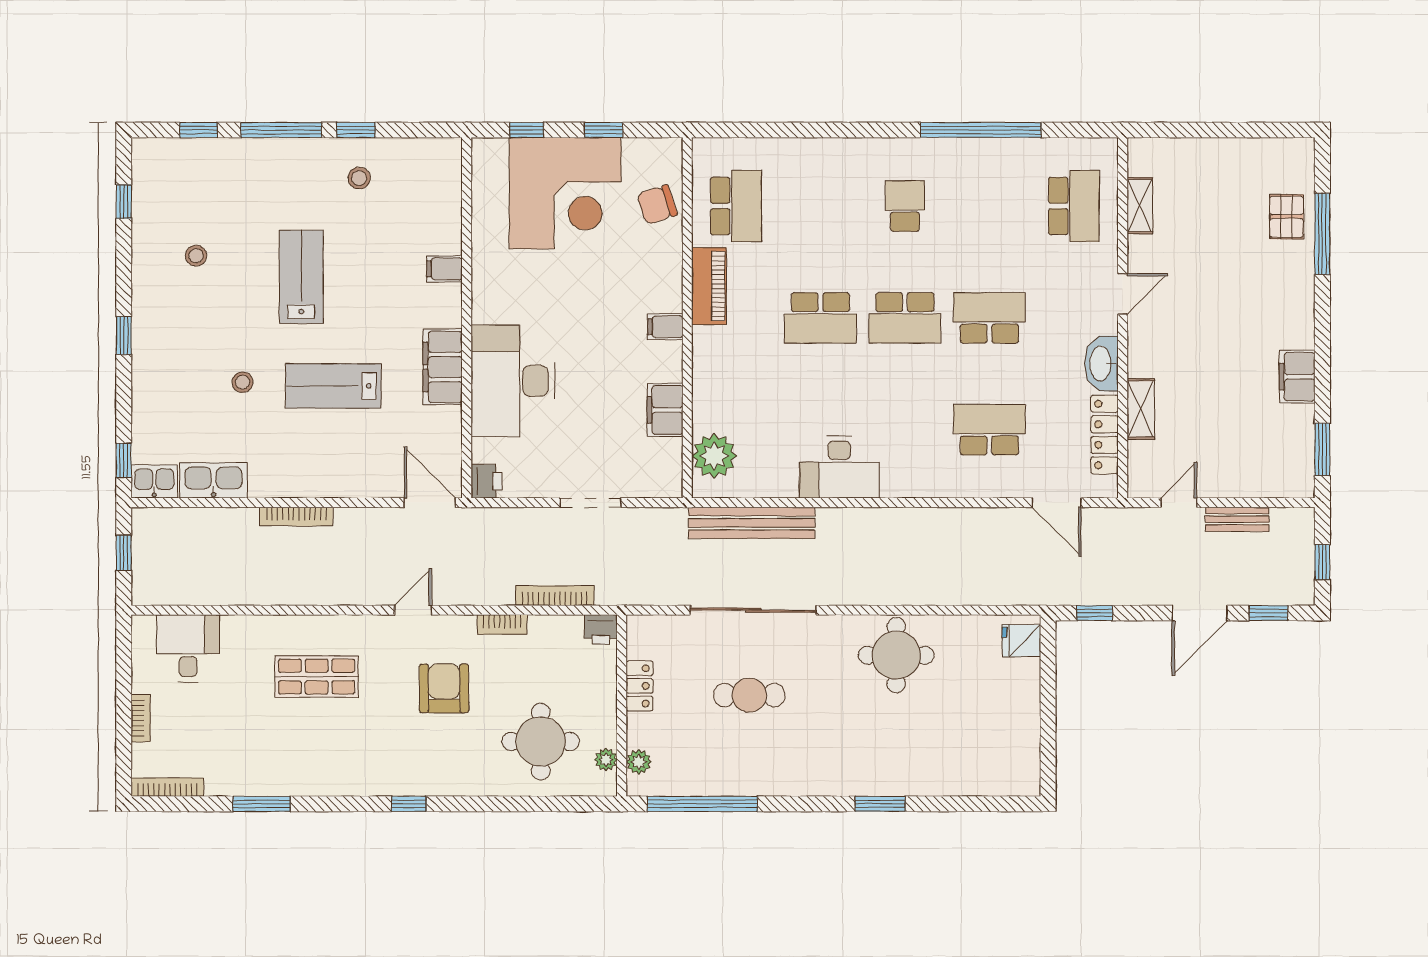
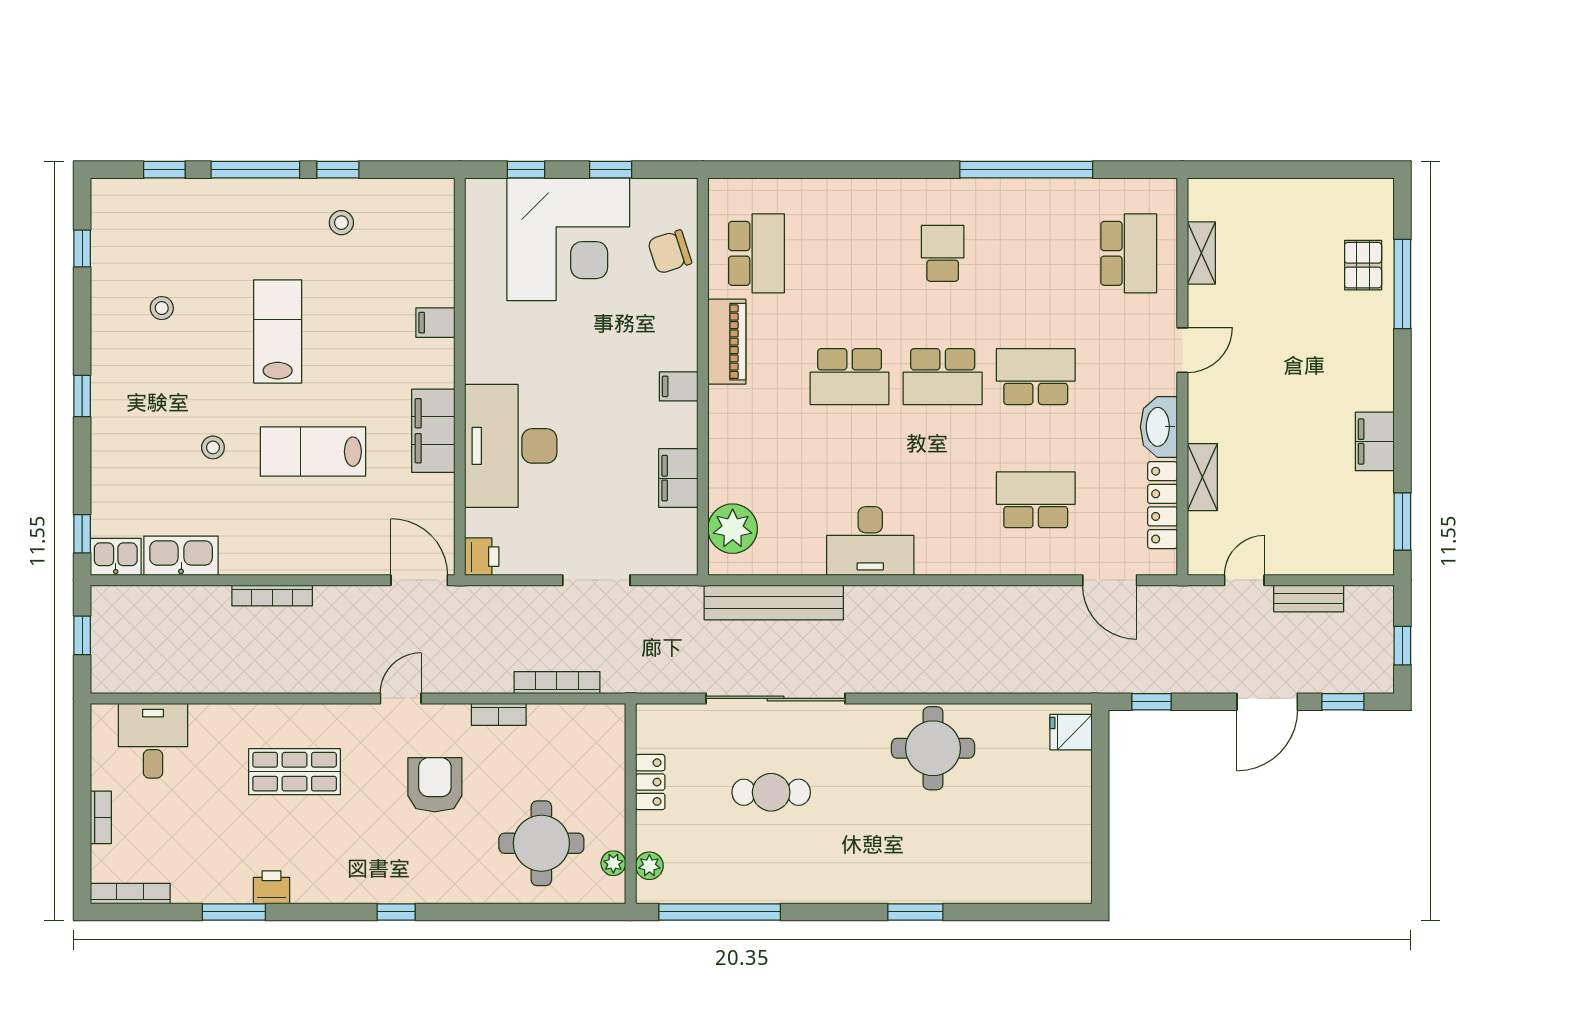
printer: (601, 629) -> (272, 887), moved, turned 180

